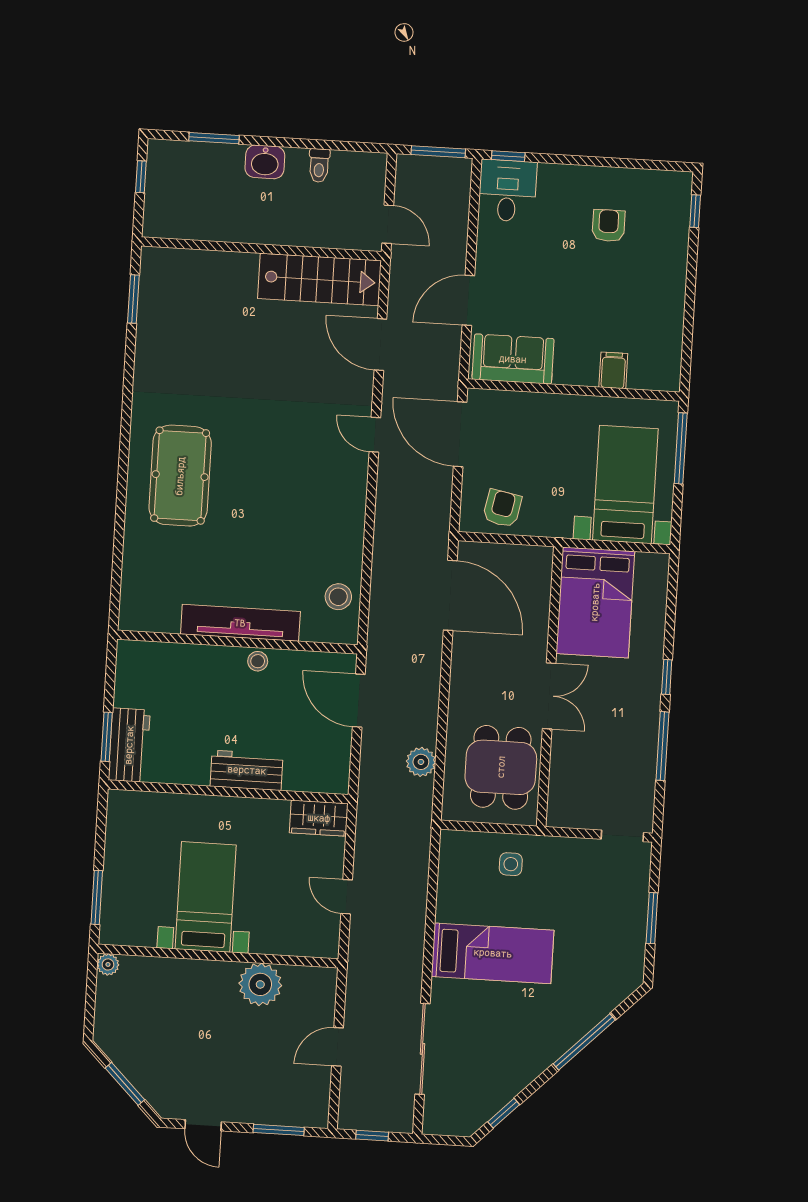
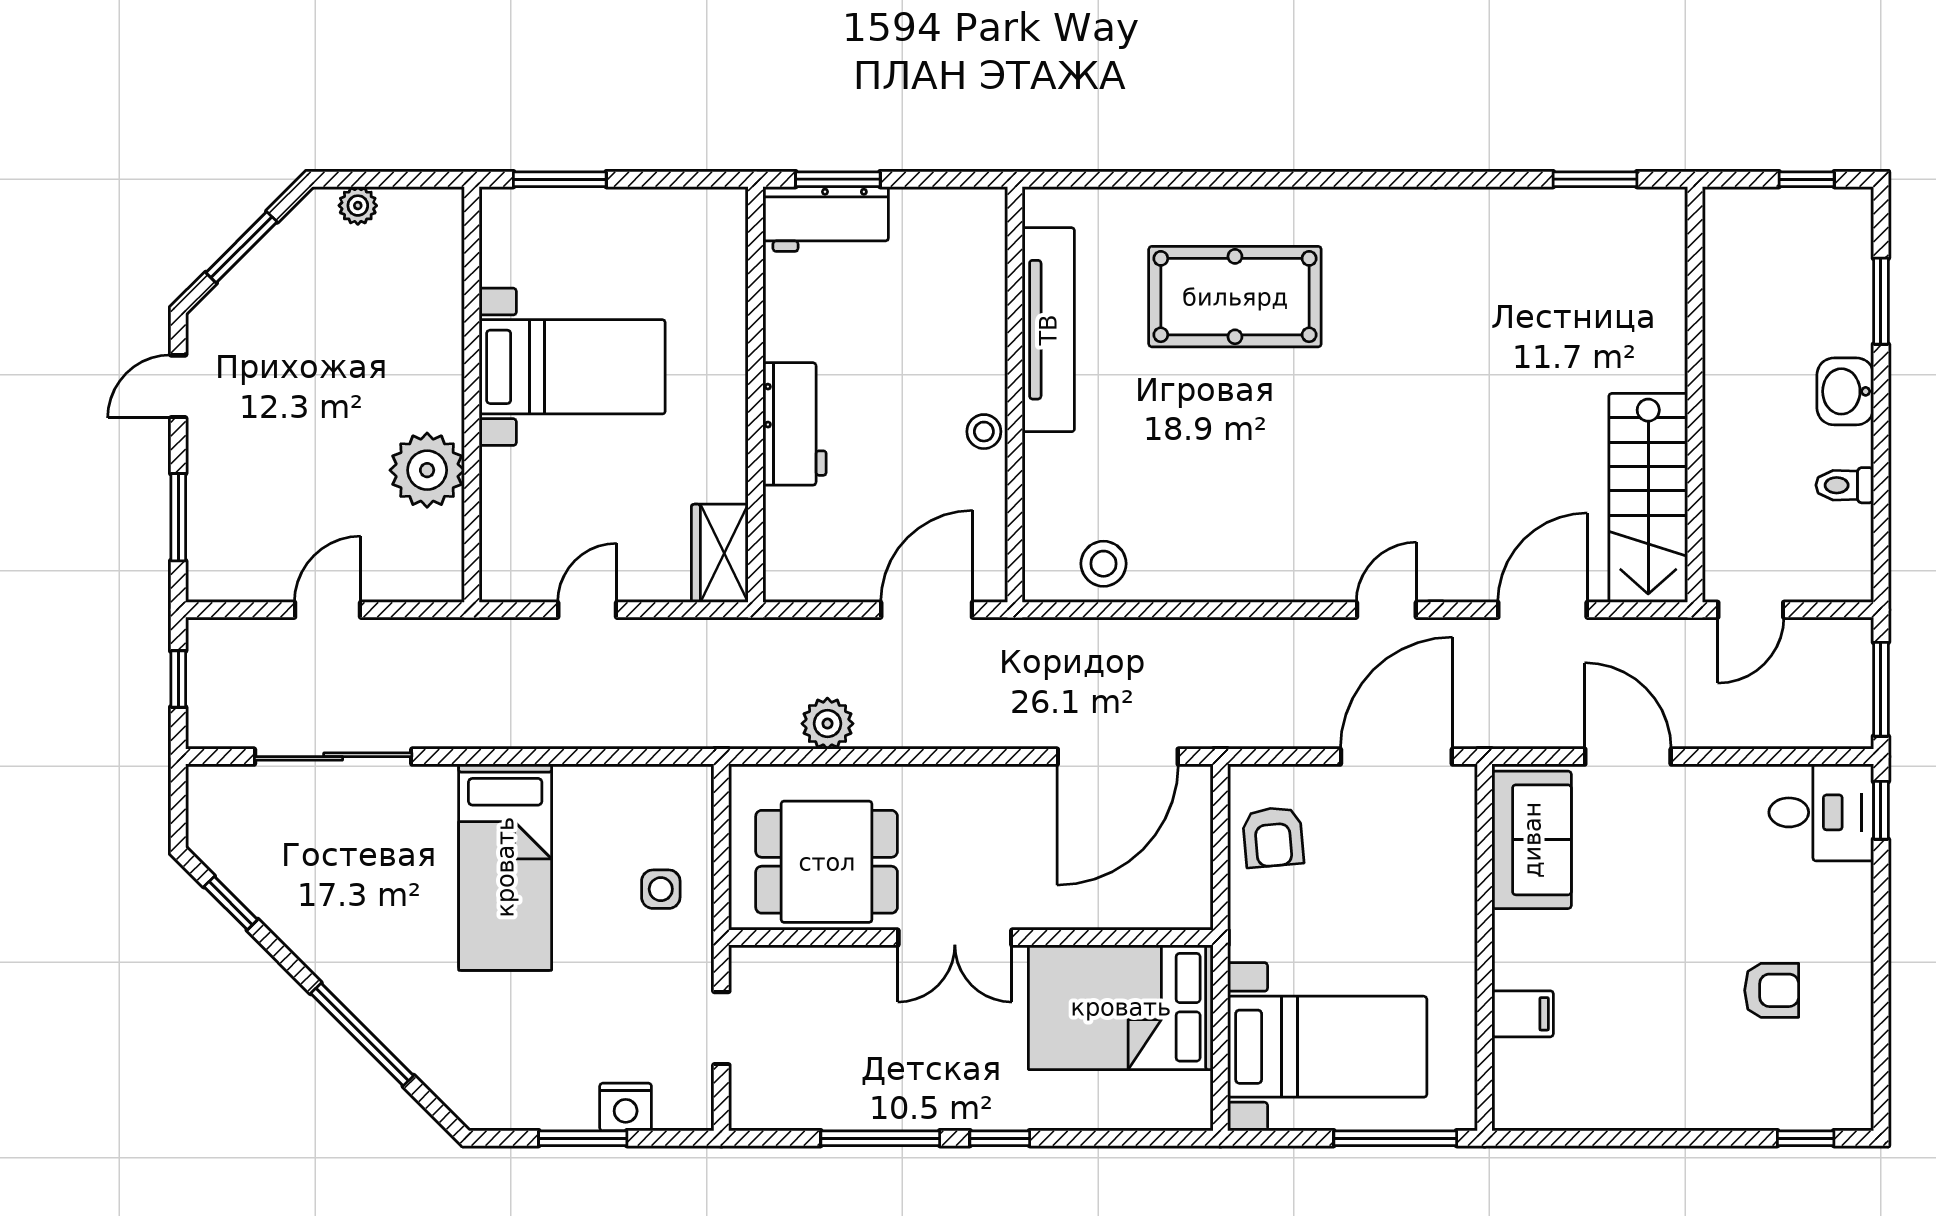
pool table: (180, 476) -> (1235, 297), moved
armchair: (502, 508) -> (1273, 837), turned 74
tv unit: (240, 623) -> (1048, 330), moved
doorway: (622, 836) -> (721, 1028), moved
nightstand: (635, 892) -> (626, 1107), added
plant: (108, 964) -> (358, 206), moved
door: (337, 1047) -> (328, 610), hinge flipped

